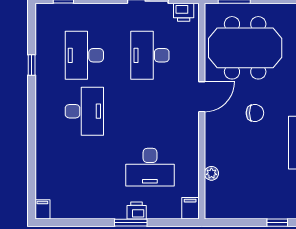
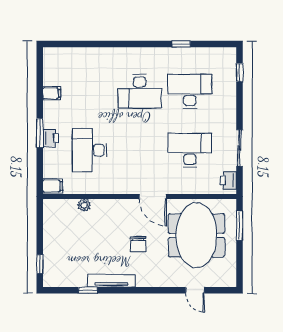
filing cabinet: (42, 209) -> (52, 93), moved

